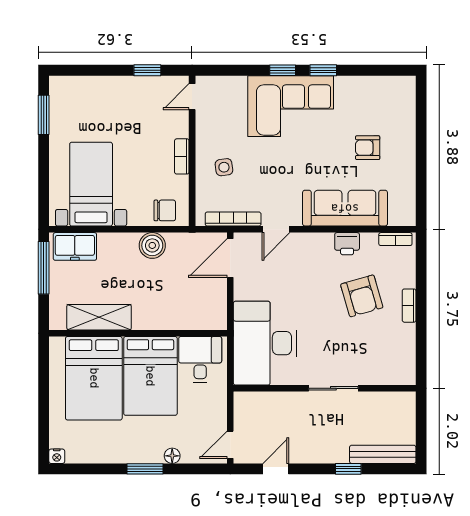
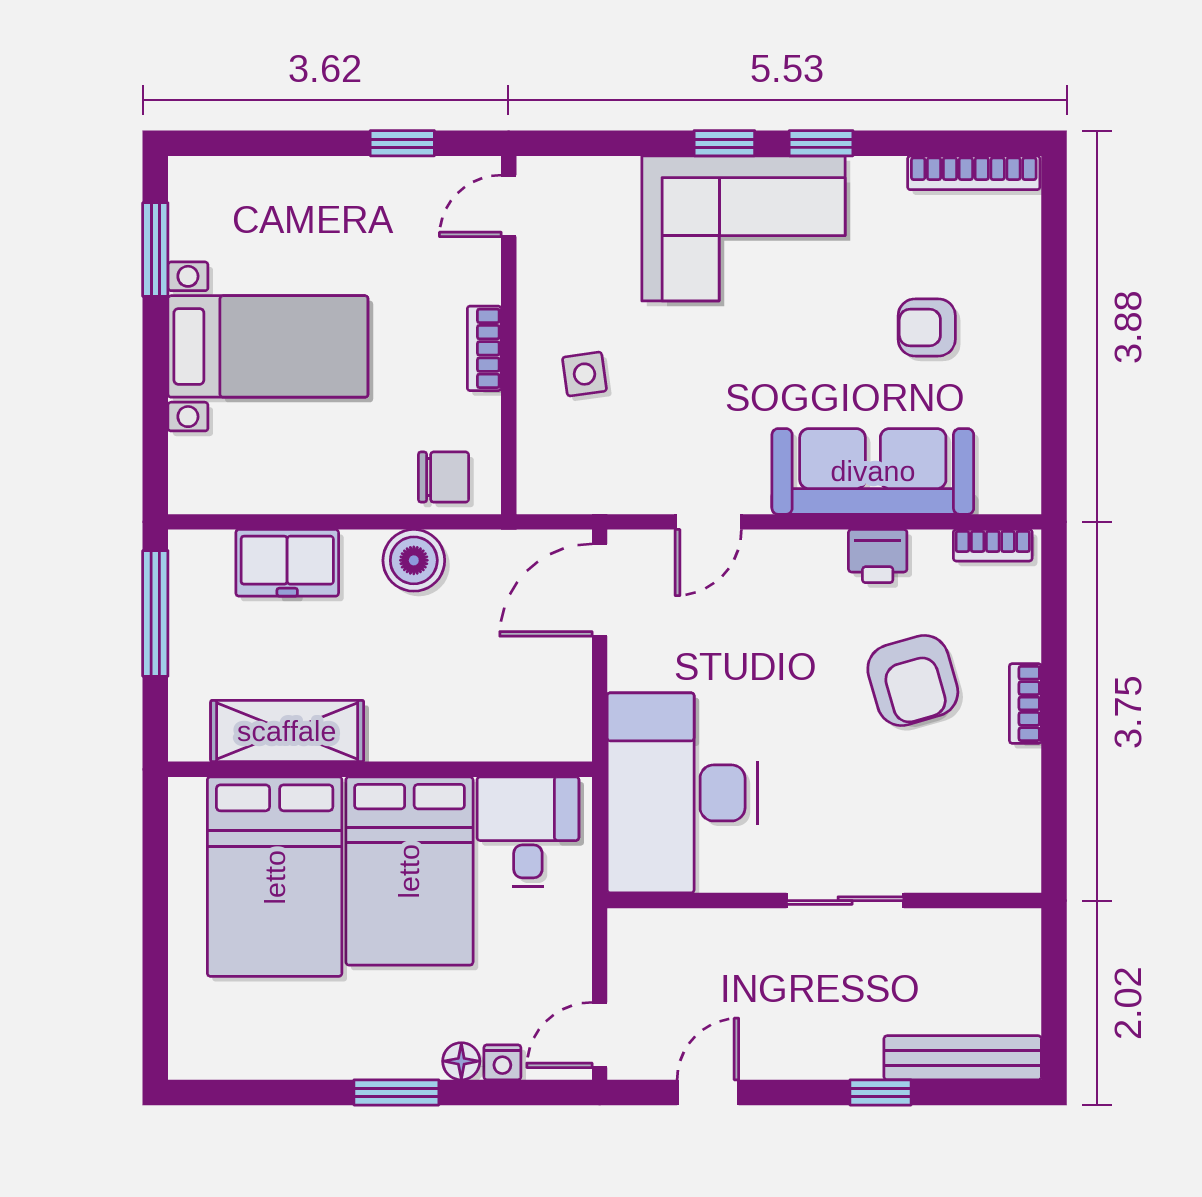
bed with nightstands: (91, 184) -> (268, 346), moved, turned 90
bookcase: (233, 219) -> (974, 173), moved, turned 180
freezer: (75, 246) -> (287, 563), moved
nightstand: (57, 456) -> (502, 1062), moved

